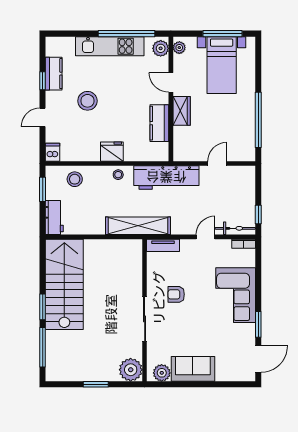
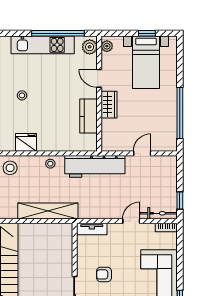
window: (223, 34) -> (147, 33), width x0.46
stool: (87, 101) -> (22, 95), width x0.53, depth x0.53
fridge: (112, 152) -> (26, 142), moved
shelving: (138, 226) -> (48, 211), moved

